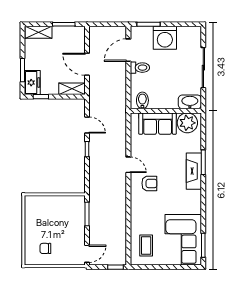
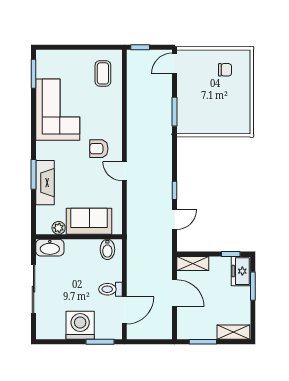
plant: (187, 123) -> (59, 228), width x0.53, depth x0.53
door: (87, 125) -> (175, 219), swing flipped
fireplace: (194, 171) -> (45, 183), moved
corner sofa: (183, 240) -> (58, 110), moved

